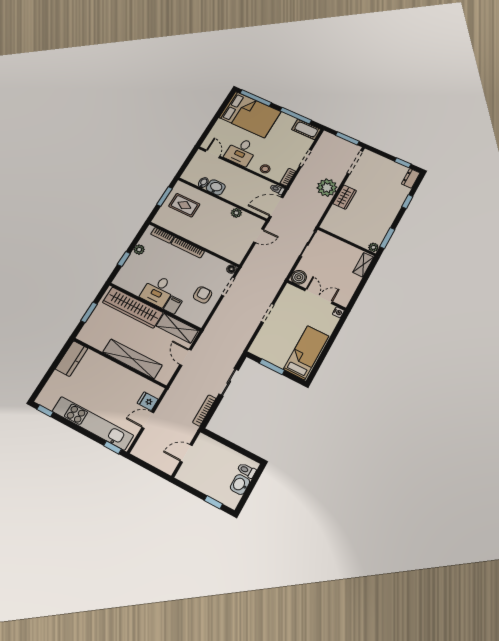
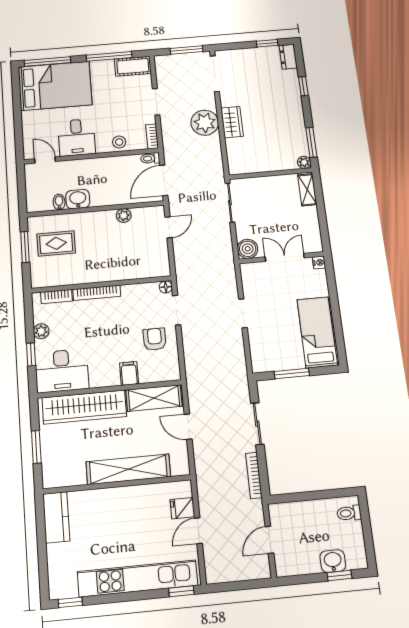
desk: (158, 291) -> (62, 371), moved, width x1.37
washbasin: (240, 485) -> (333, 561), moved, turned 90

